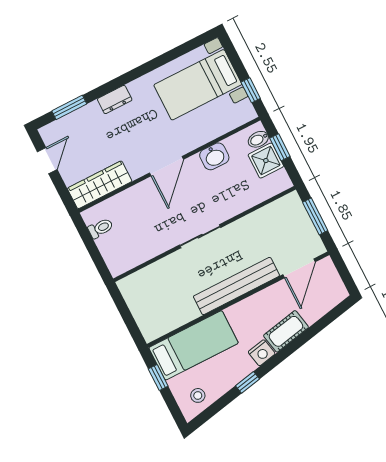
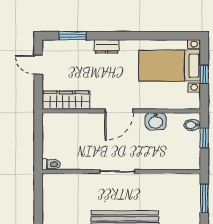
window: (251, 90) -> (204, 74), moved
door: (47, 161) -> (38, 65), swing flipped
shower: (266, 161) -> (190, 142), removed
toilet: (101, 228) -> (51, 164), moved

